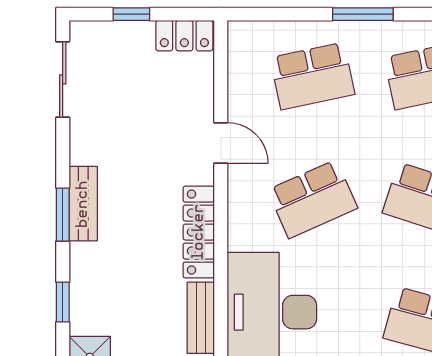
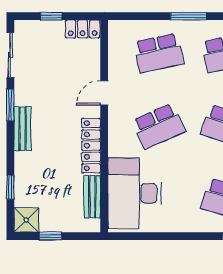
door: (221, 143) -> (104, 93), swing flipped
window: (63, 215) -> (10, 105), moved

